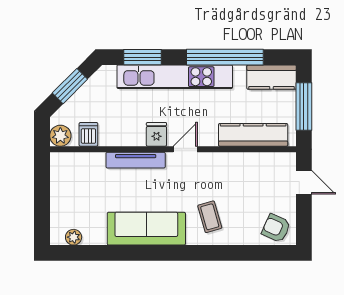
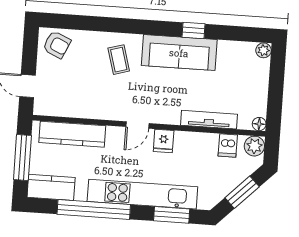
floor lamp: (57, 159) -> (259, 124), added
tv unit: (136, 160) -> (209, 120), moved
plant: (74, 237) -> (264, 50), moved
window: (133, 253) -> (193, 30), added

